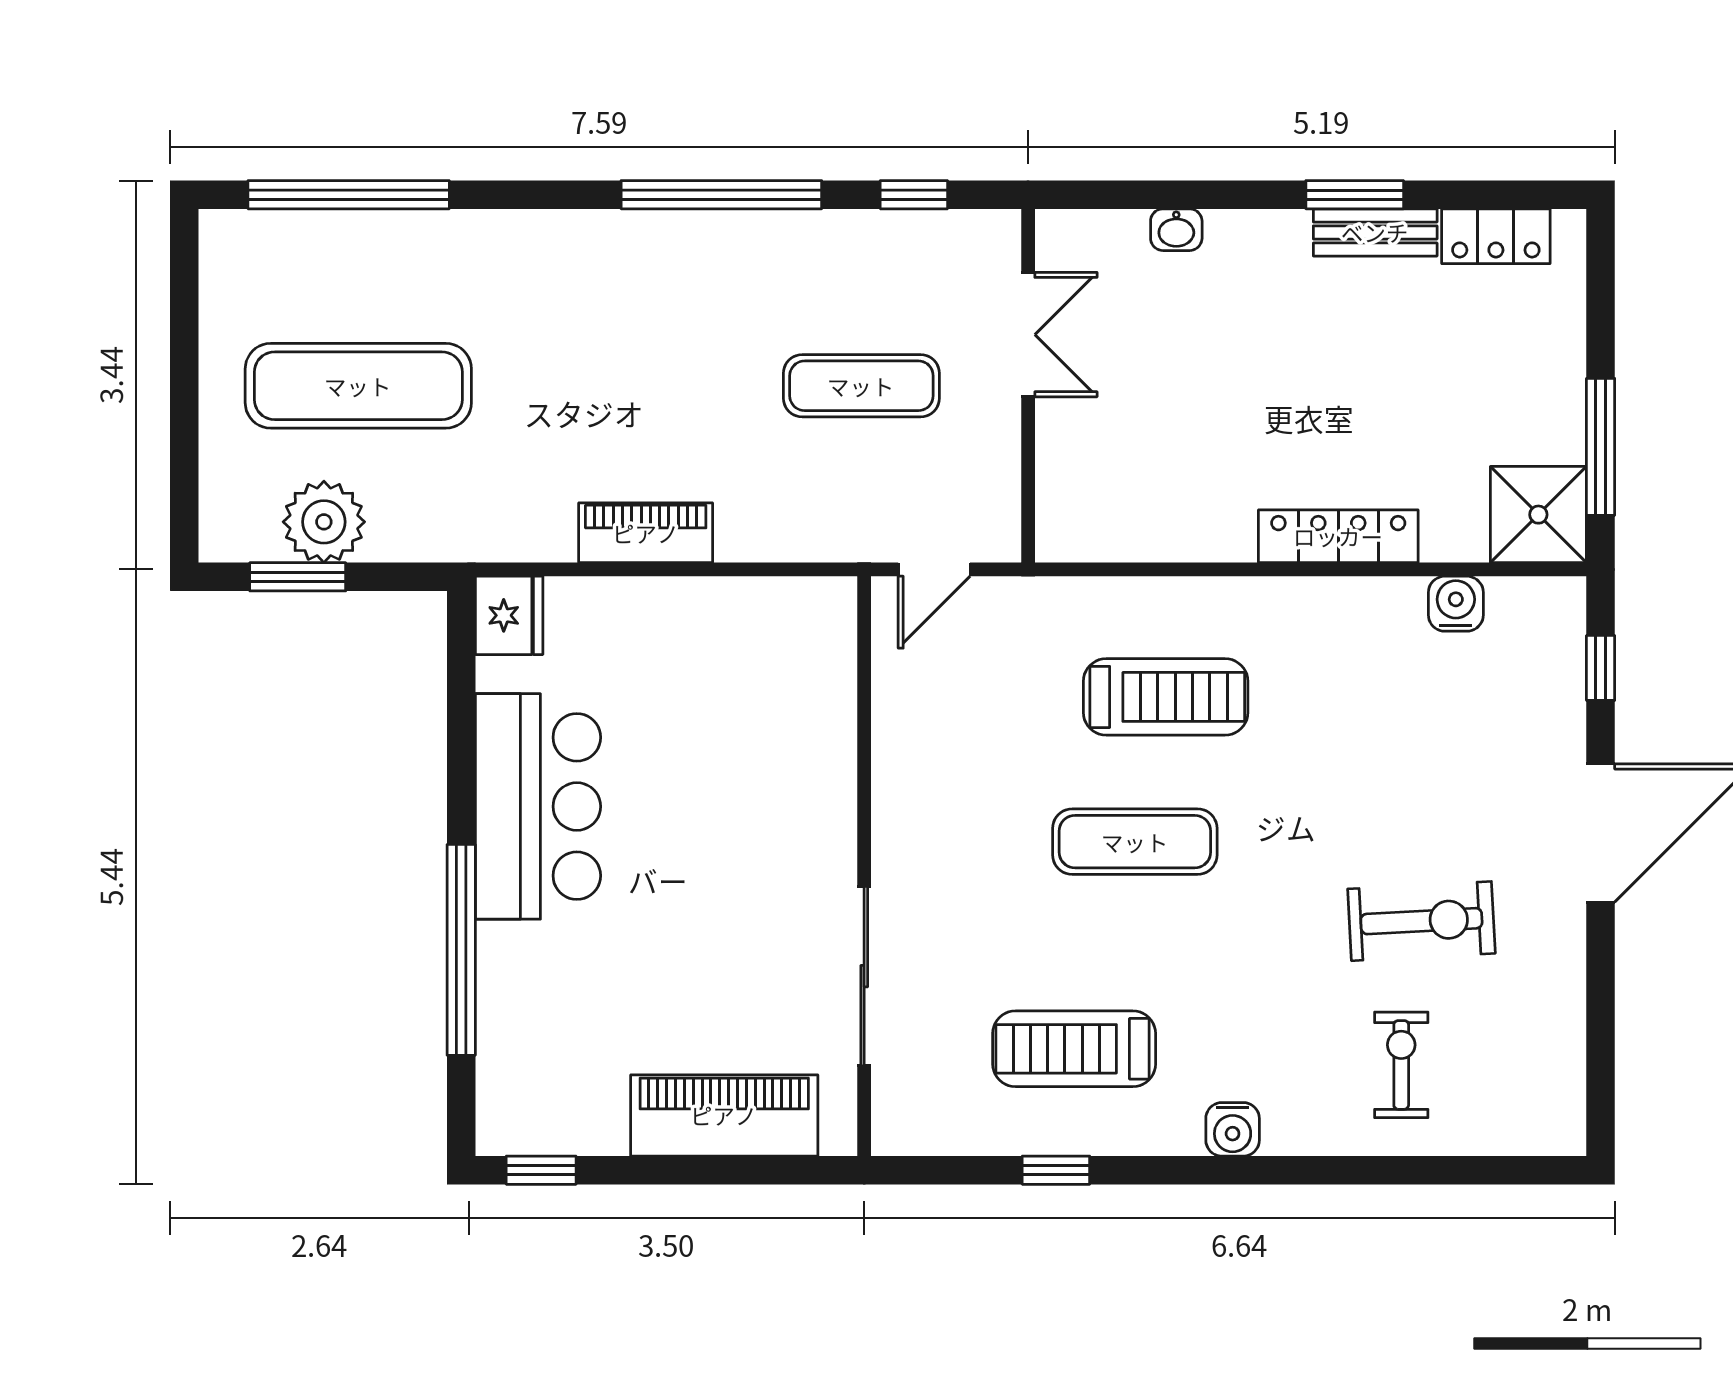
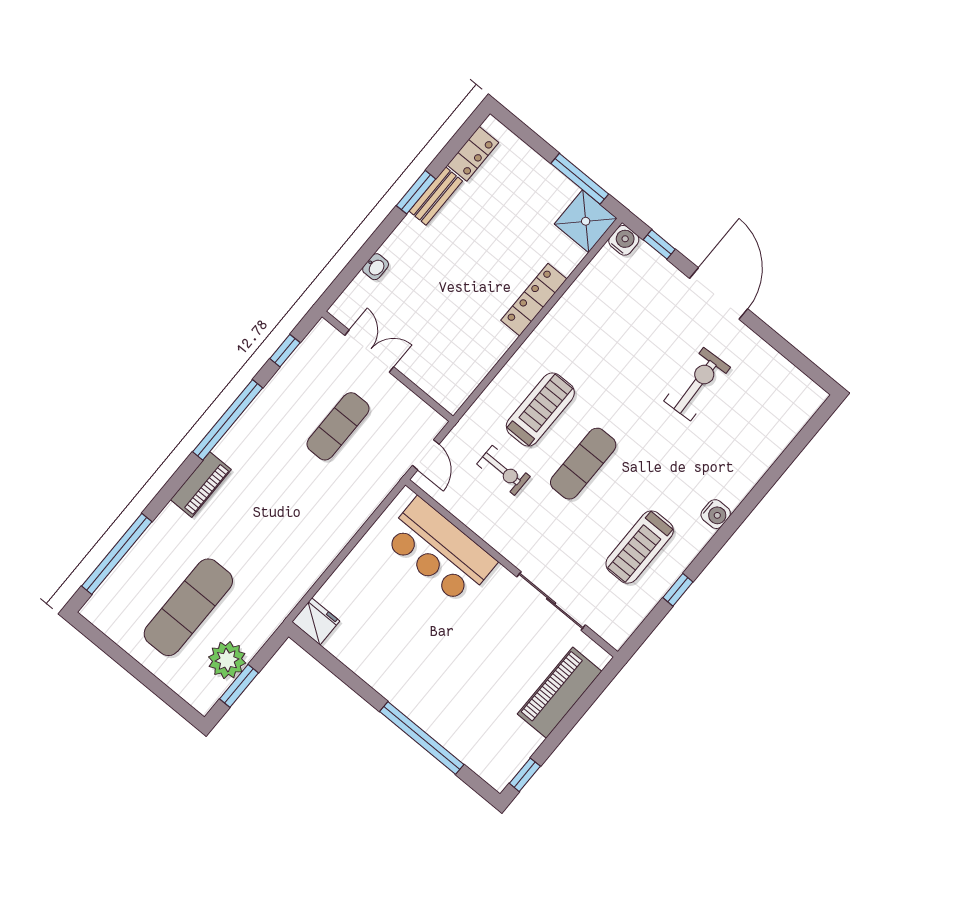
piano: (646, 533) -> (201, 485), moved, turned 180
water cooler: (1456, 604) -> (624, 240), moved, turned 90
bar counter: (538, 806) -> (440, 551), moved, turned 180
exercise bike: (1401, 1065) -> (503, 470), moved, turned 180

